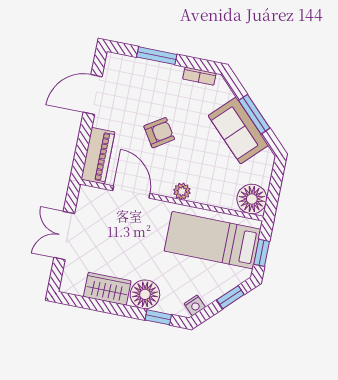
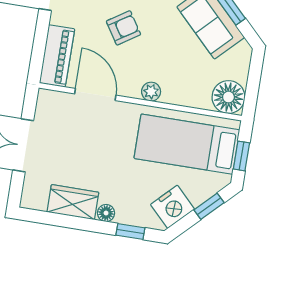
floor lamp: (145, 294) -> (106, 213), width x0.53, depth x0.53
nightstand: (195, 305) -> (173, 207), width x1.89, depth x1.79

